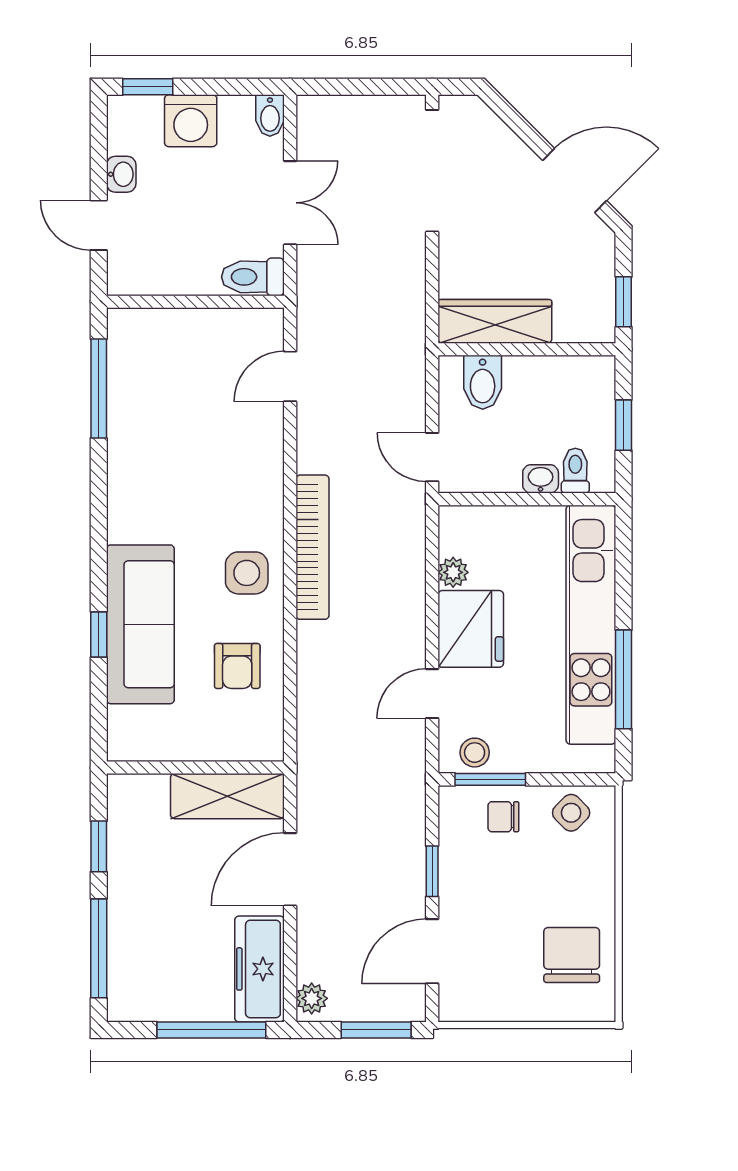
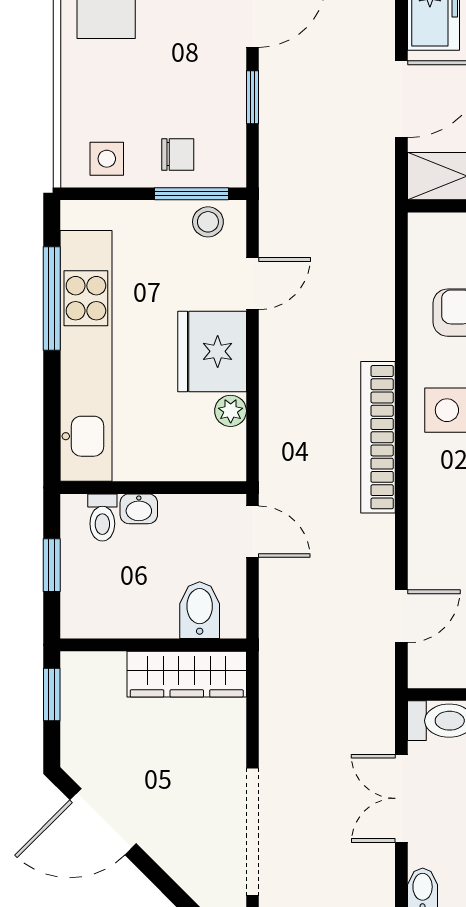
side table: (571, 813) -> (107, 159), turned 45

